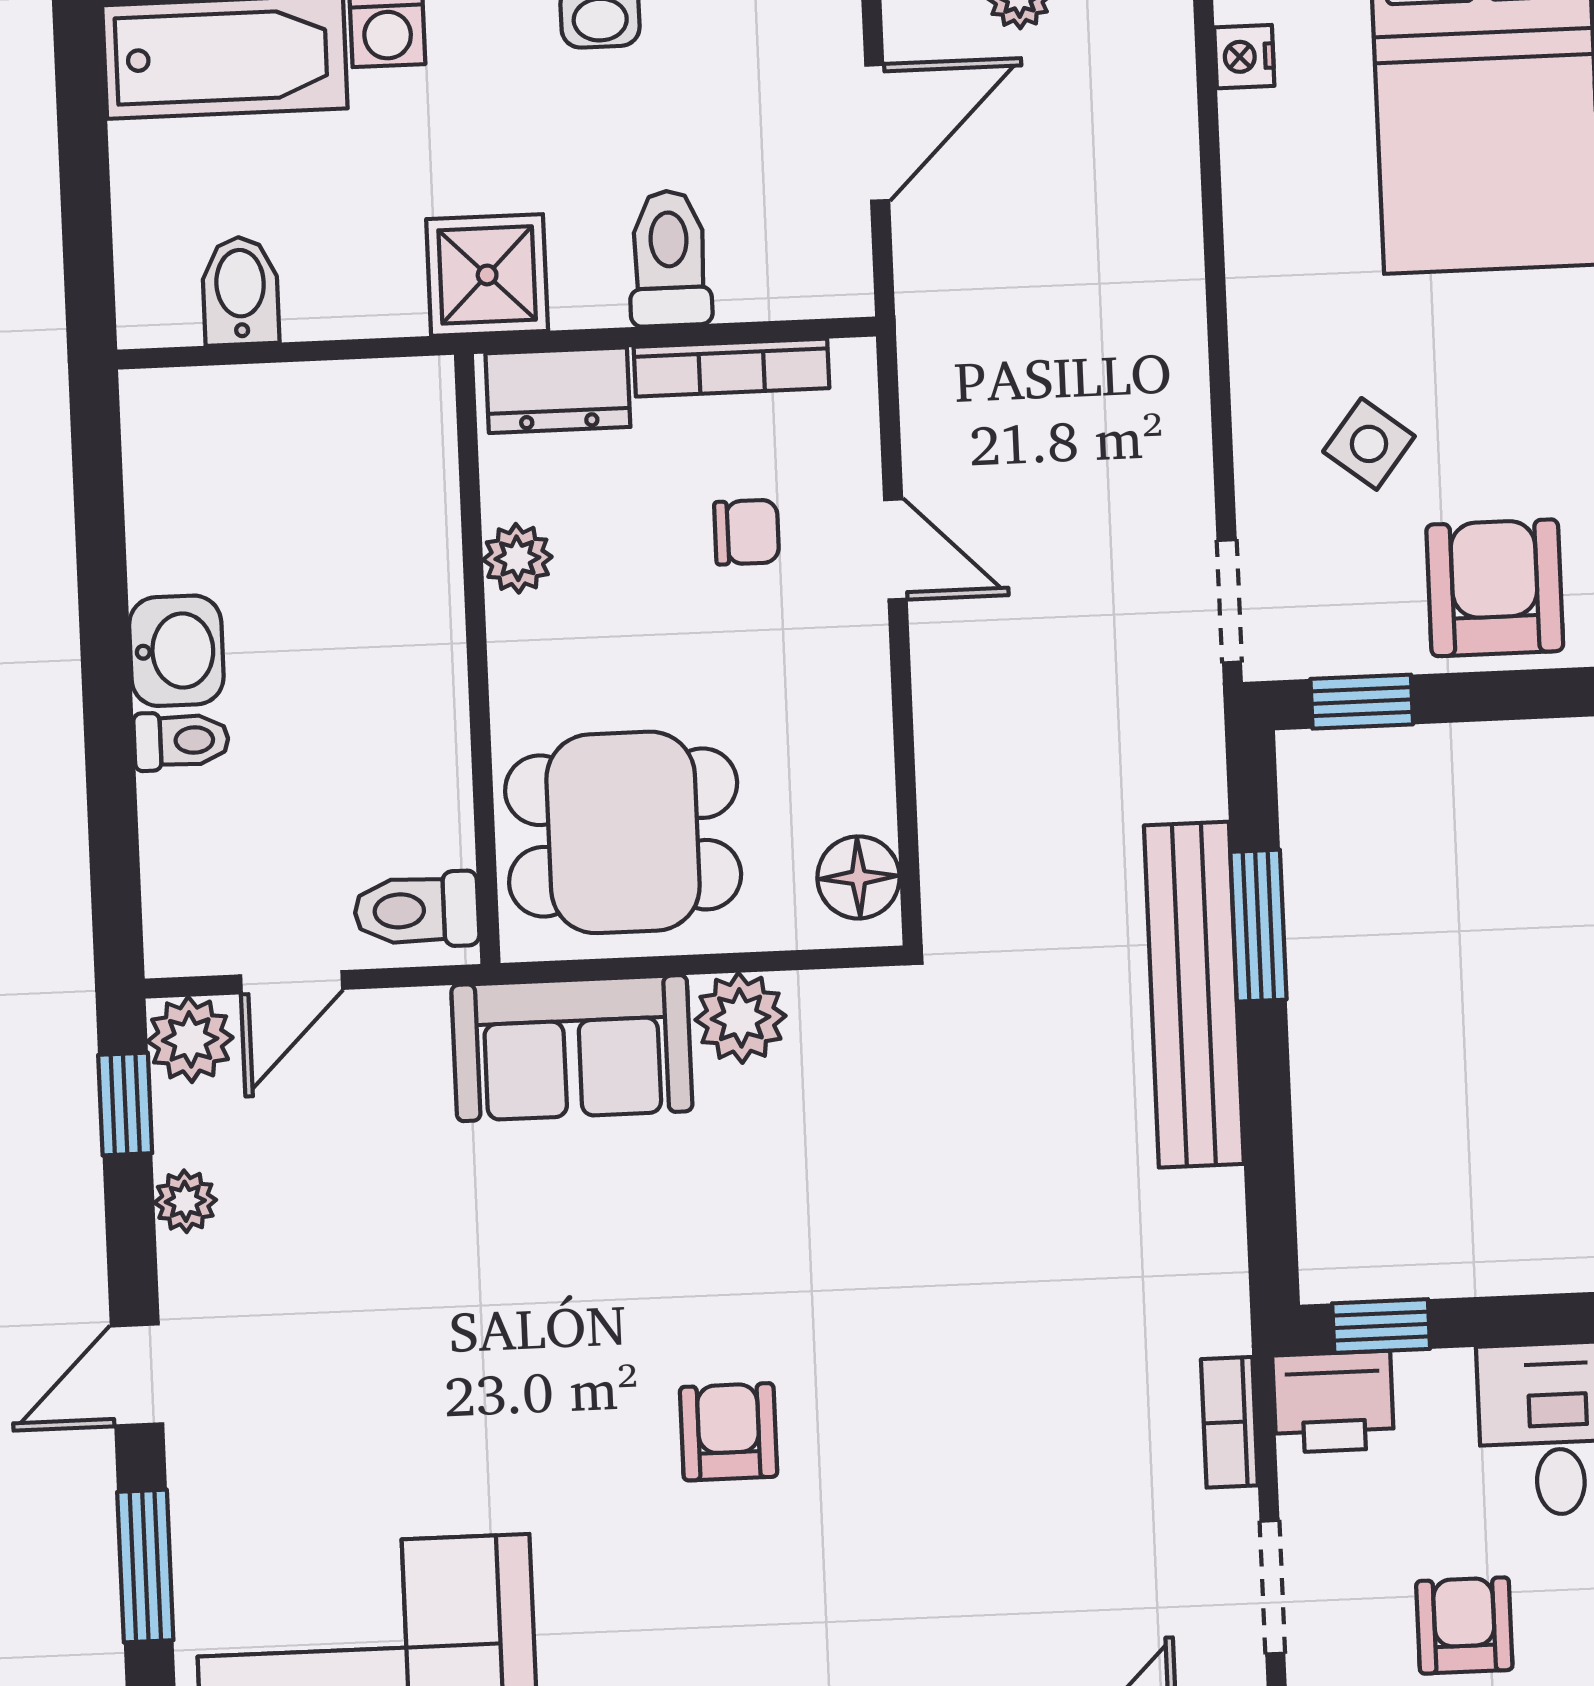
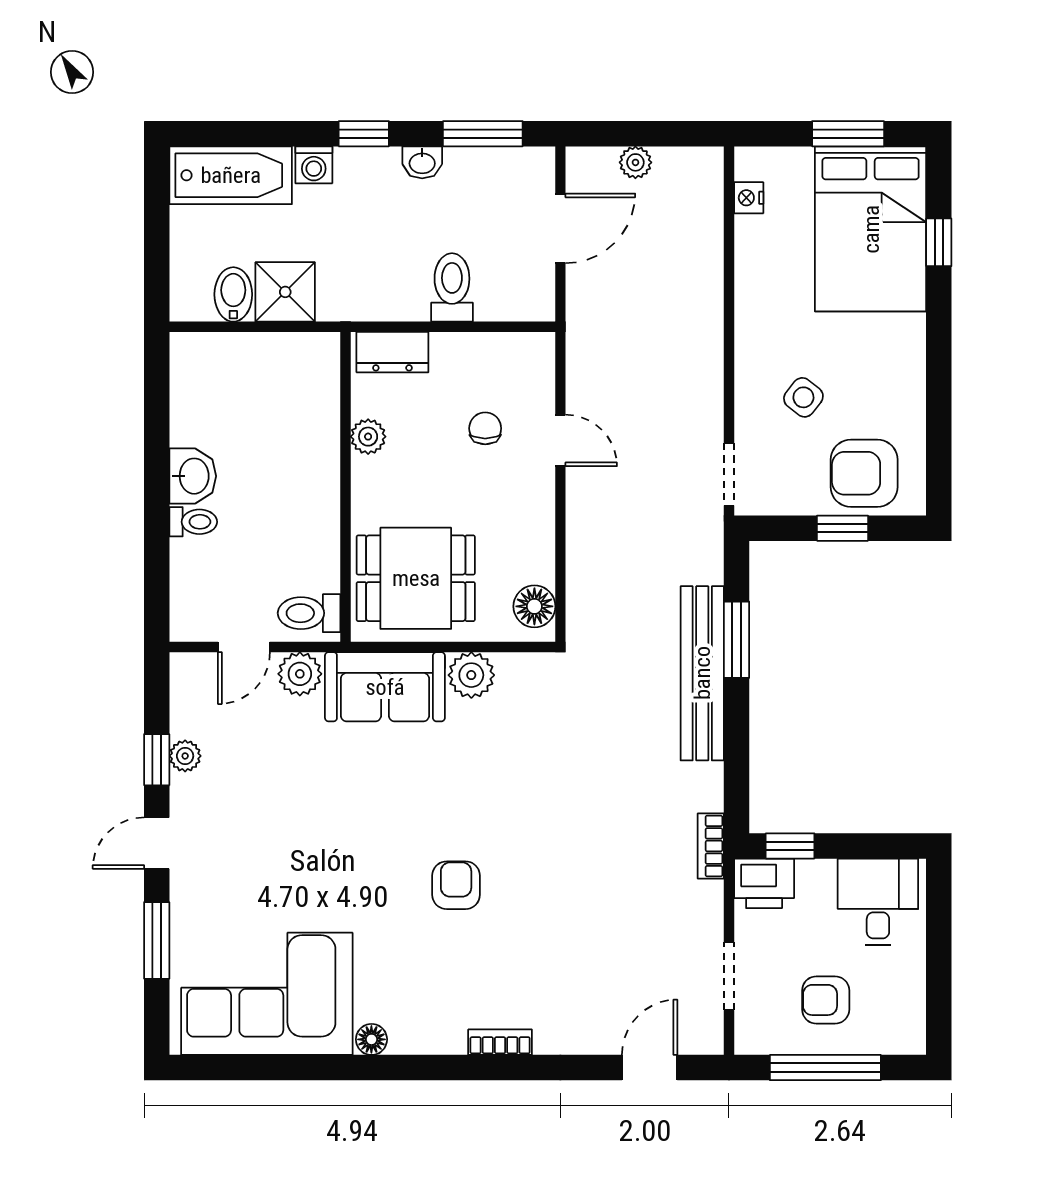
shower: (487, 275) -> (285, 292), moved
bookcase: (731, 368) -> (481, 344), removed
chair: (747, 532) -> (485, 428), turned -90
armchair: (1495, 588) -> (864, 473), turned -90
window: (1362, 702) -> (843, 528), moved
plant: (190, 1039) -> (300, 674), moved
window: (125, 1104) -> (157, 760), moved
bookcase: (1229, 1422) -> (711, 846), moved
armchair: (1464, 1625) -> (826, 1000), turned -90

